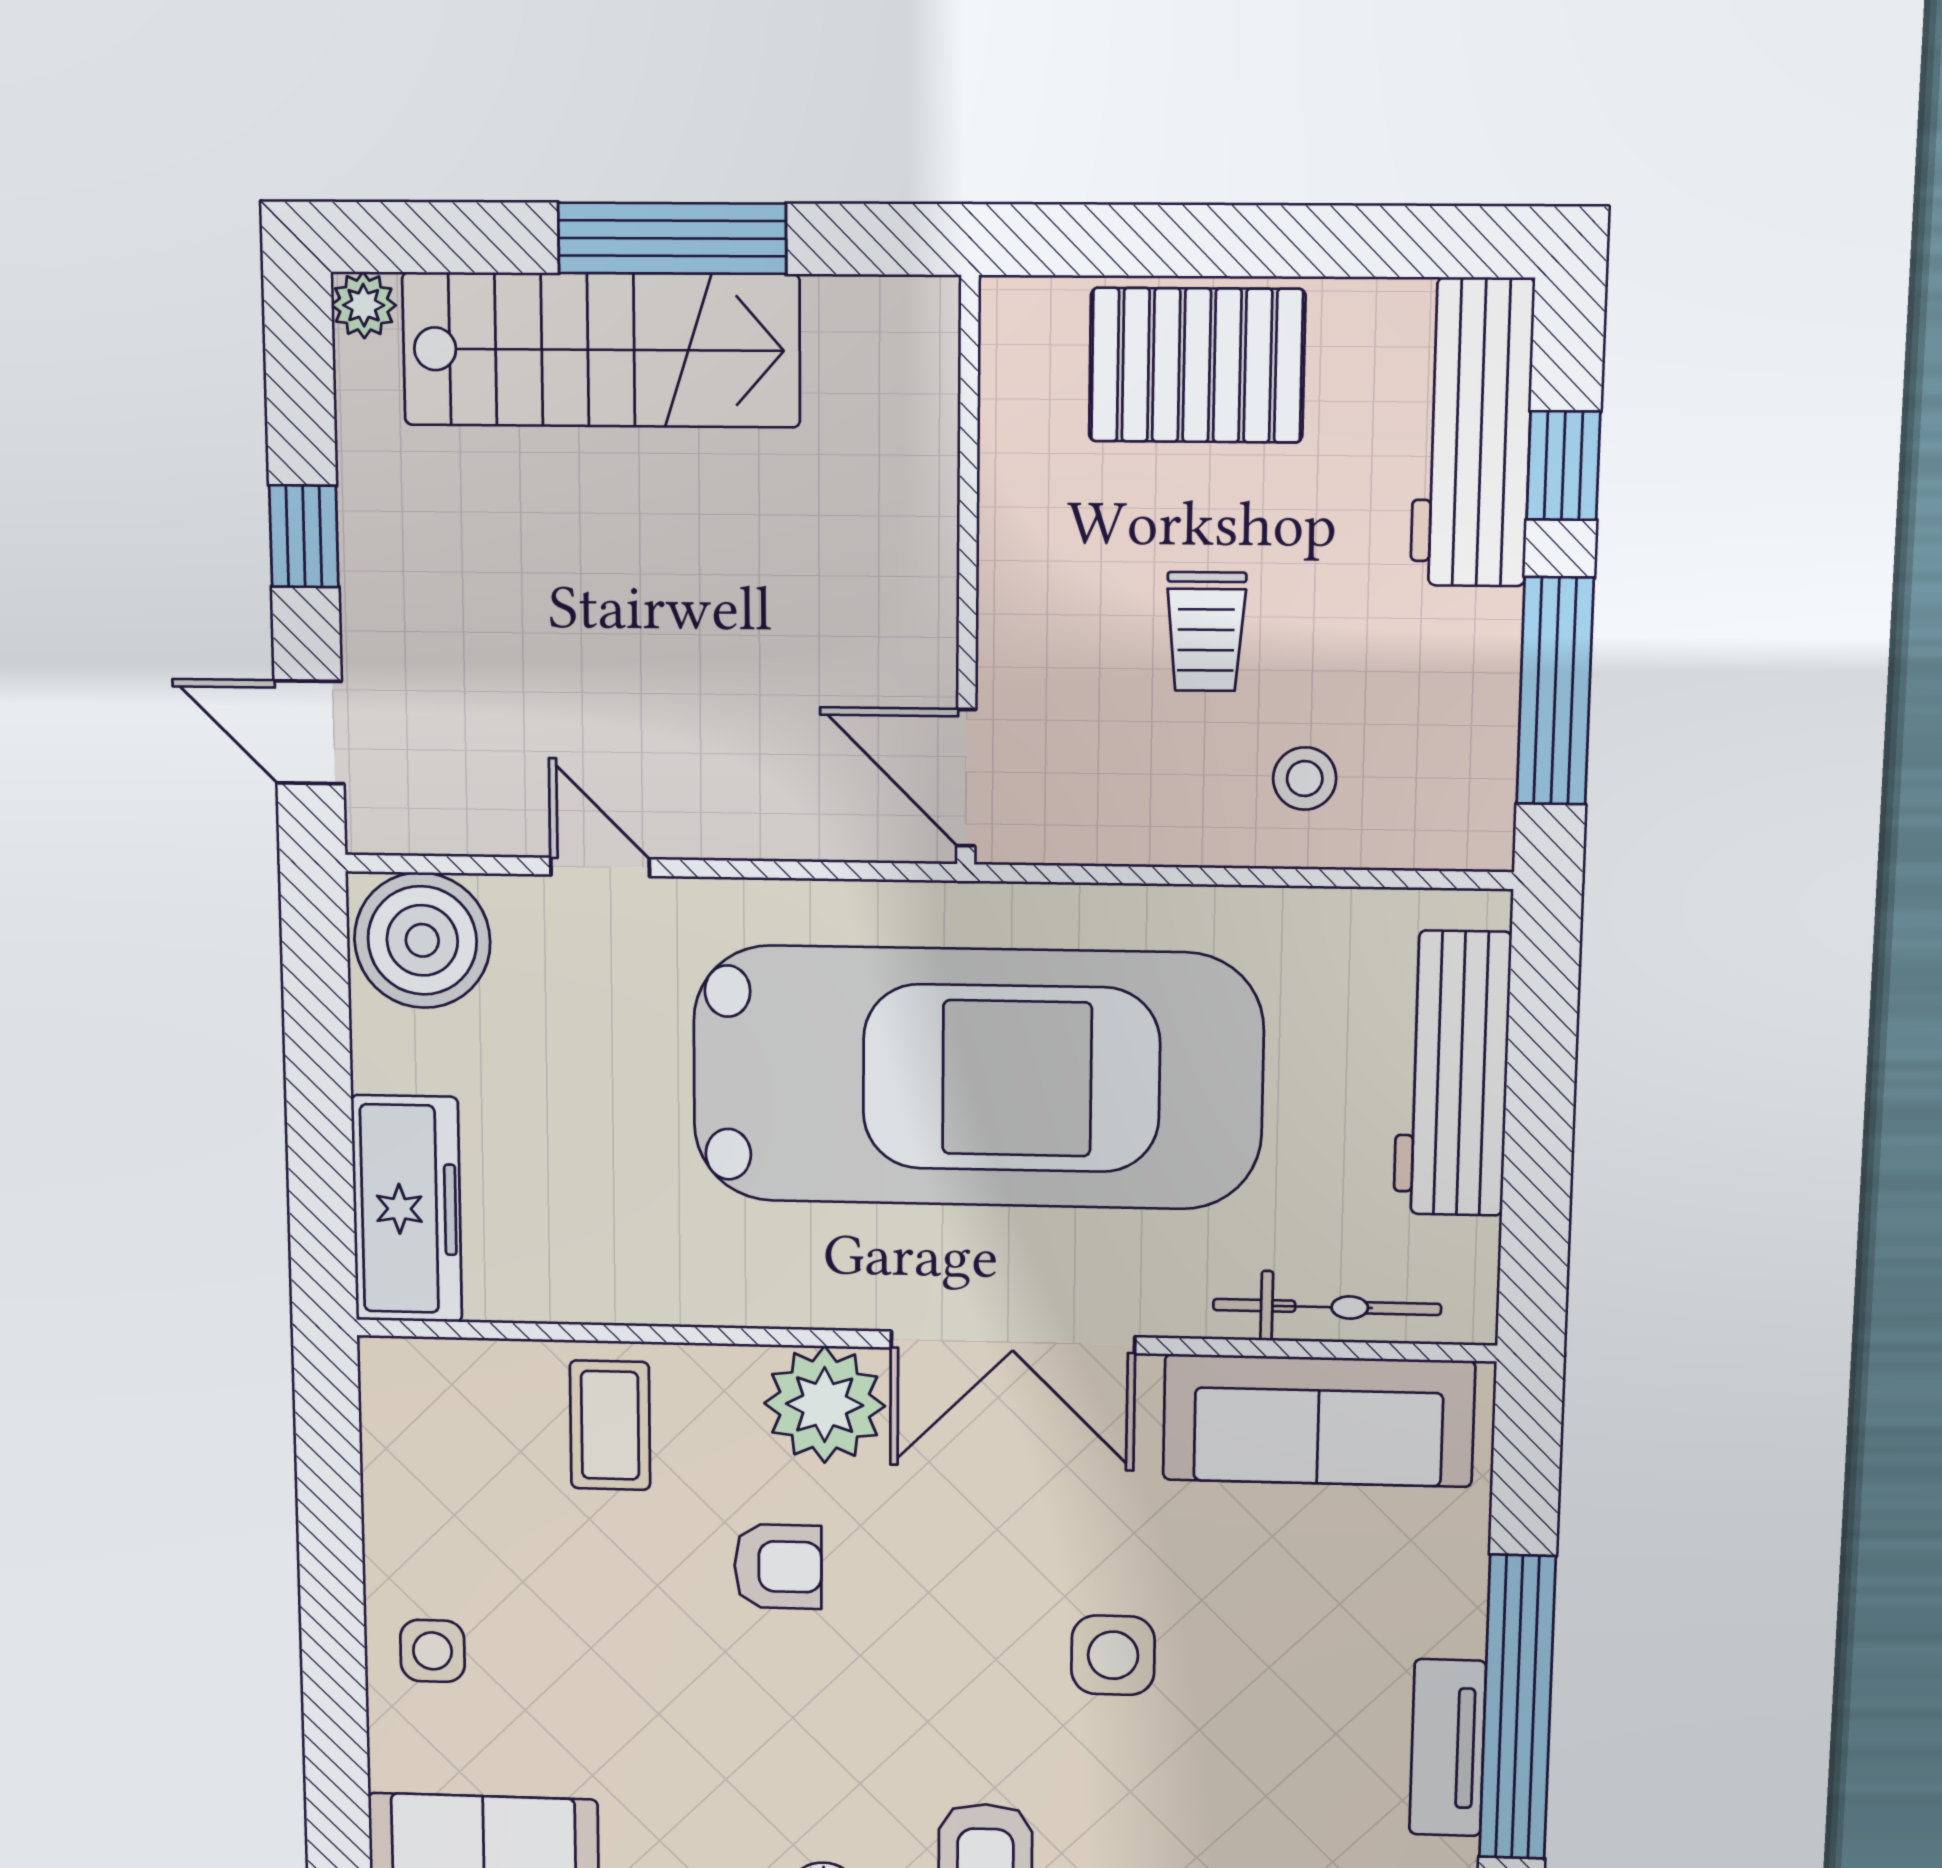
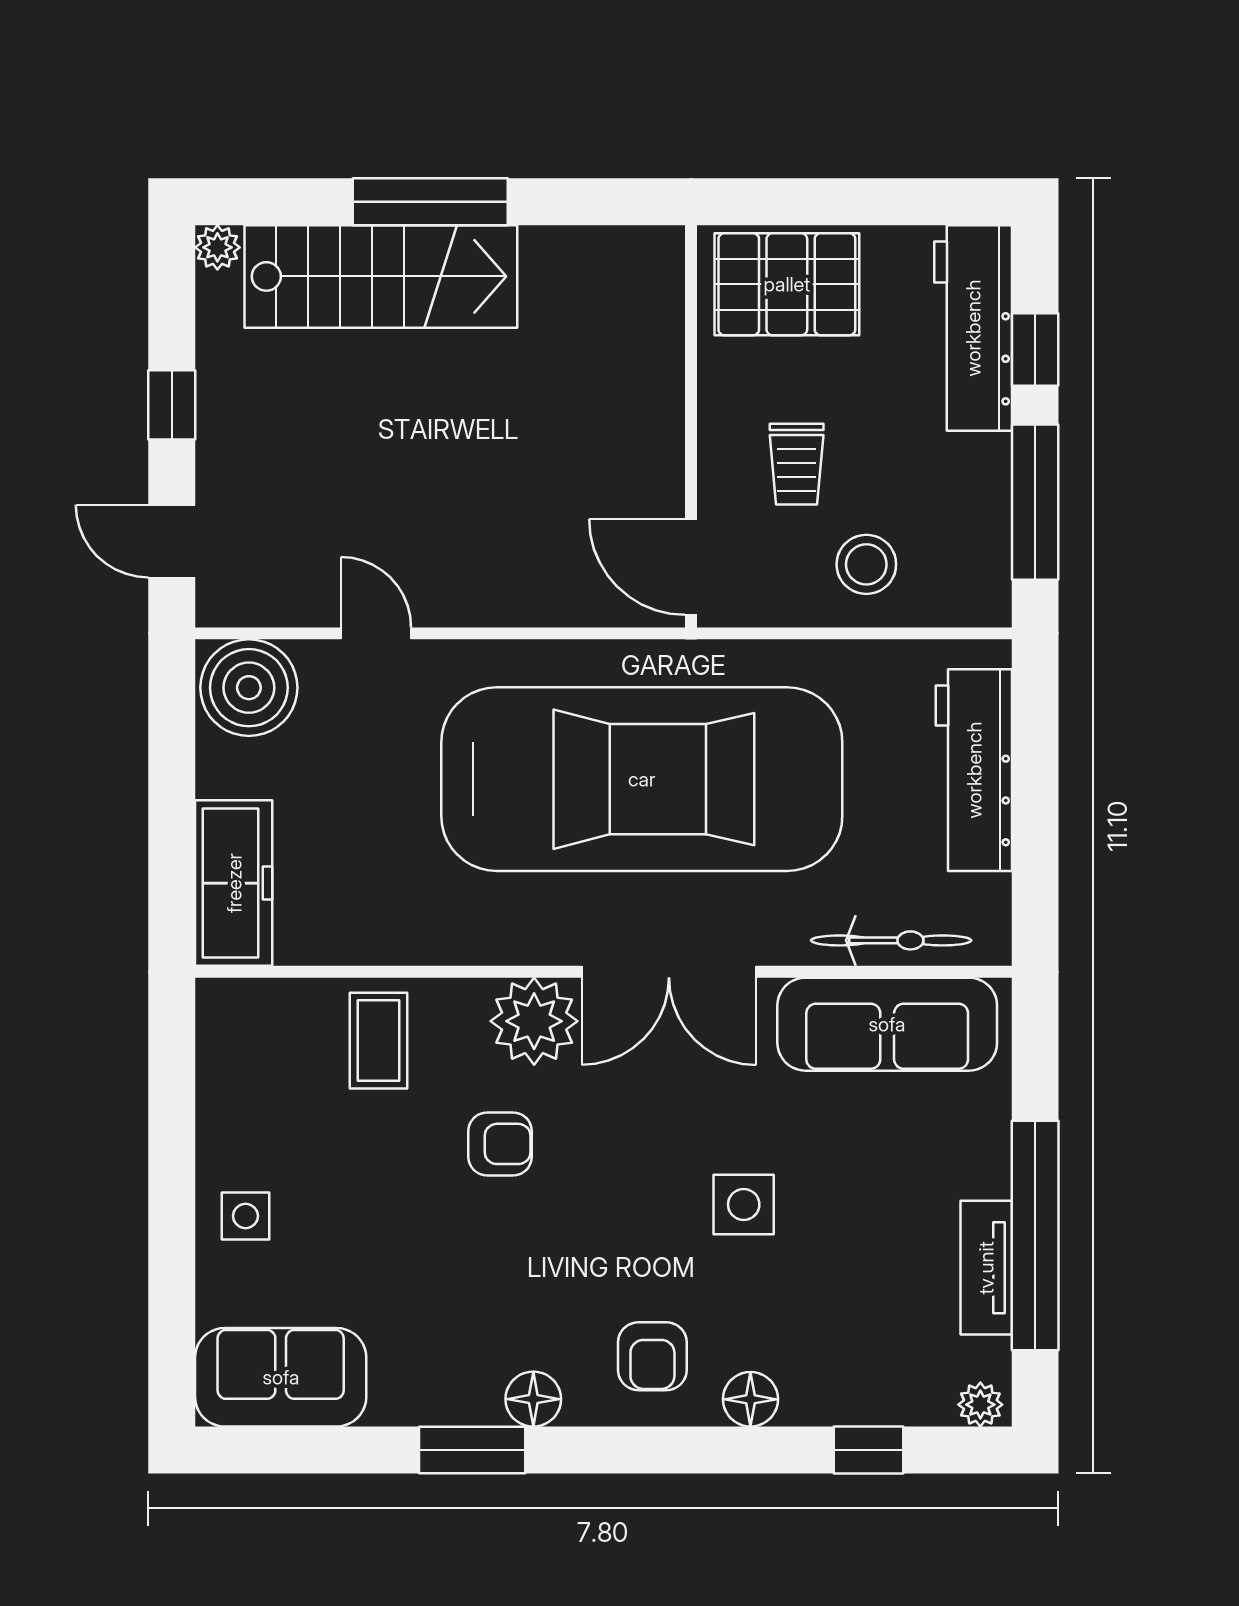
wall: (968, 574) -> (691, 426), moved
door: (966, 778) -> (691, 567), moved
stool: (1305, 779) -> (866, 564), width x1.37, depth x1.37

